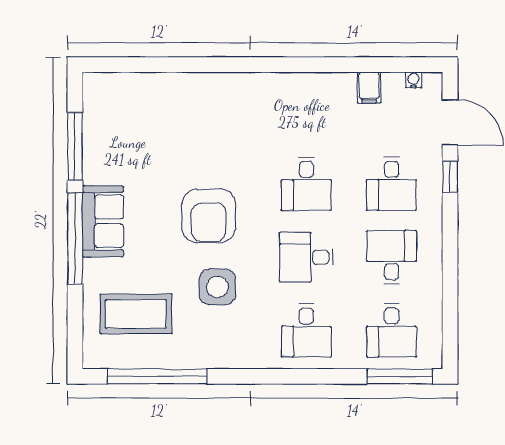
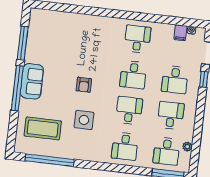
filing cabinet: (369, 88) -> (180, 33), moved
desk: (306, 111) -> (137, 39), added
armchair: (209, 216) -> (84, 85), width x0.53, depth x0.53
desk: (306, 257) -> (129, 111), turned 90
plant: (433, 316) -> (187, 147), added

